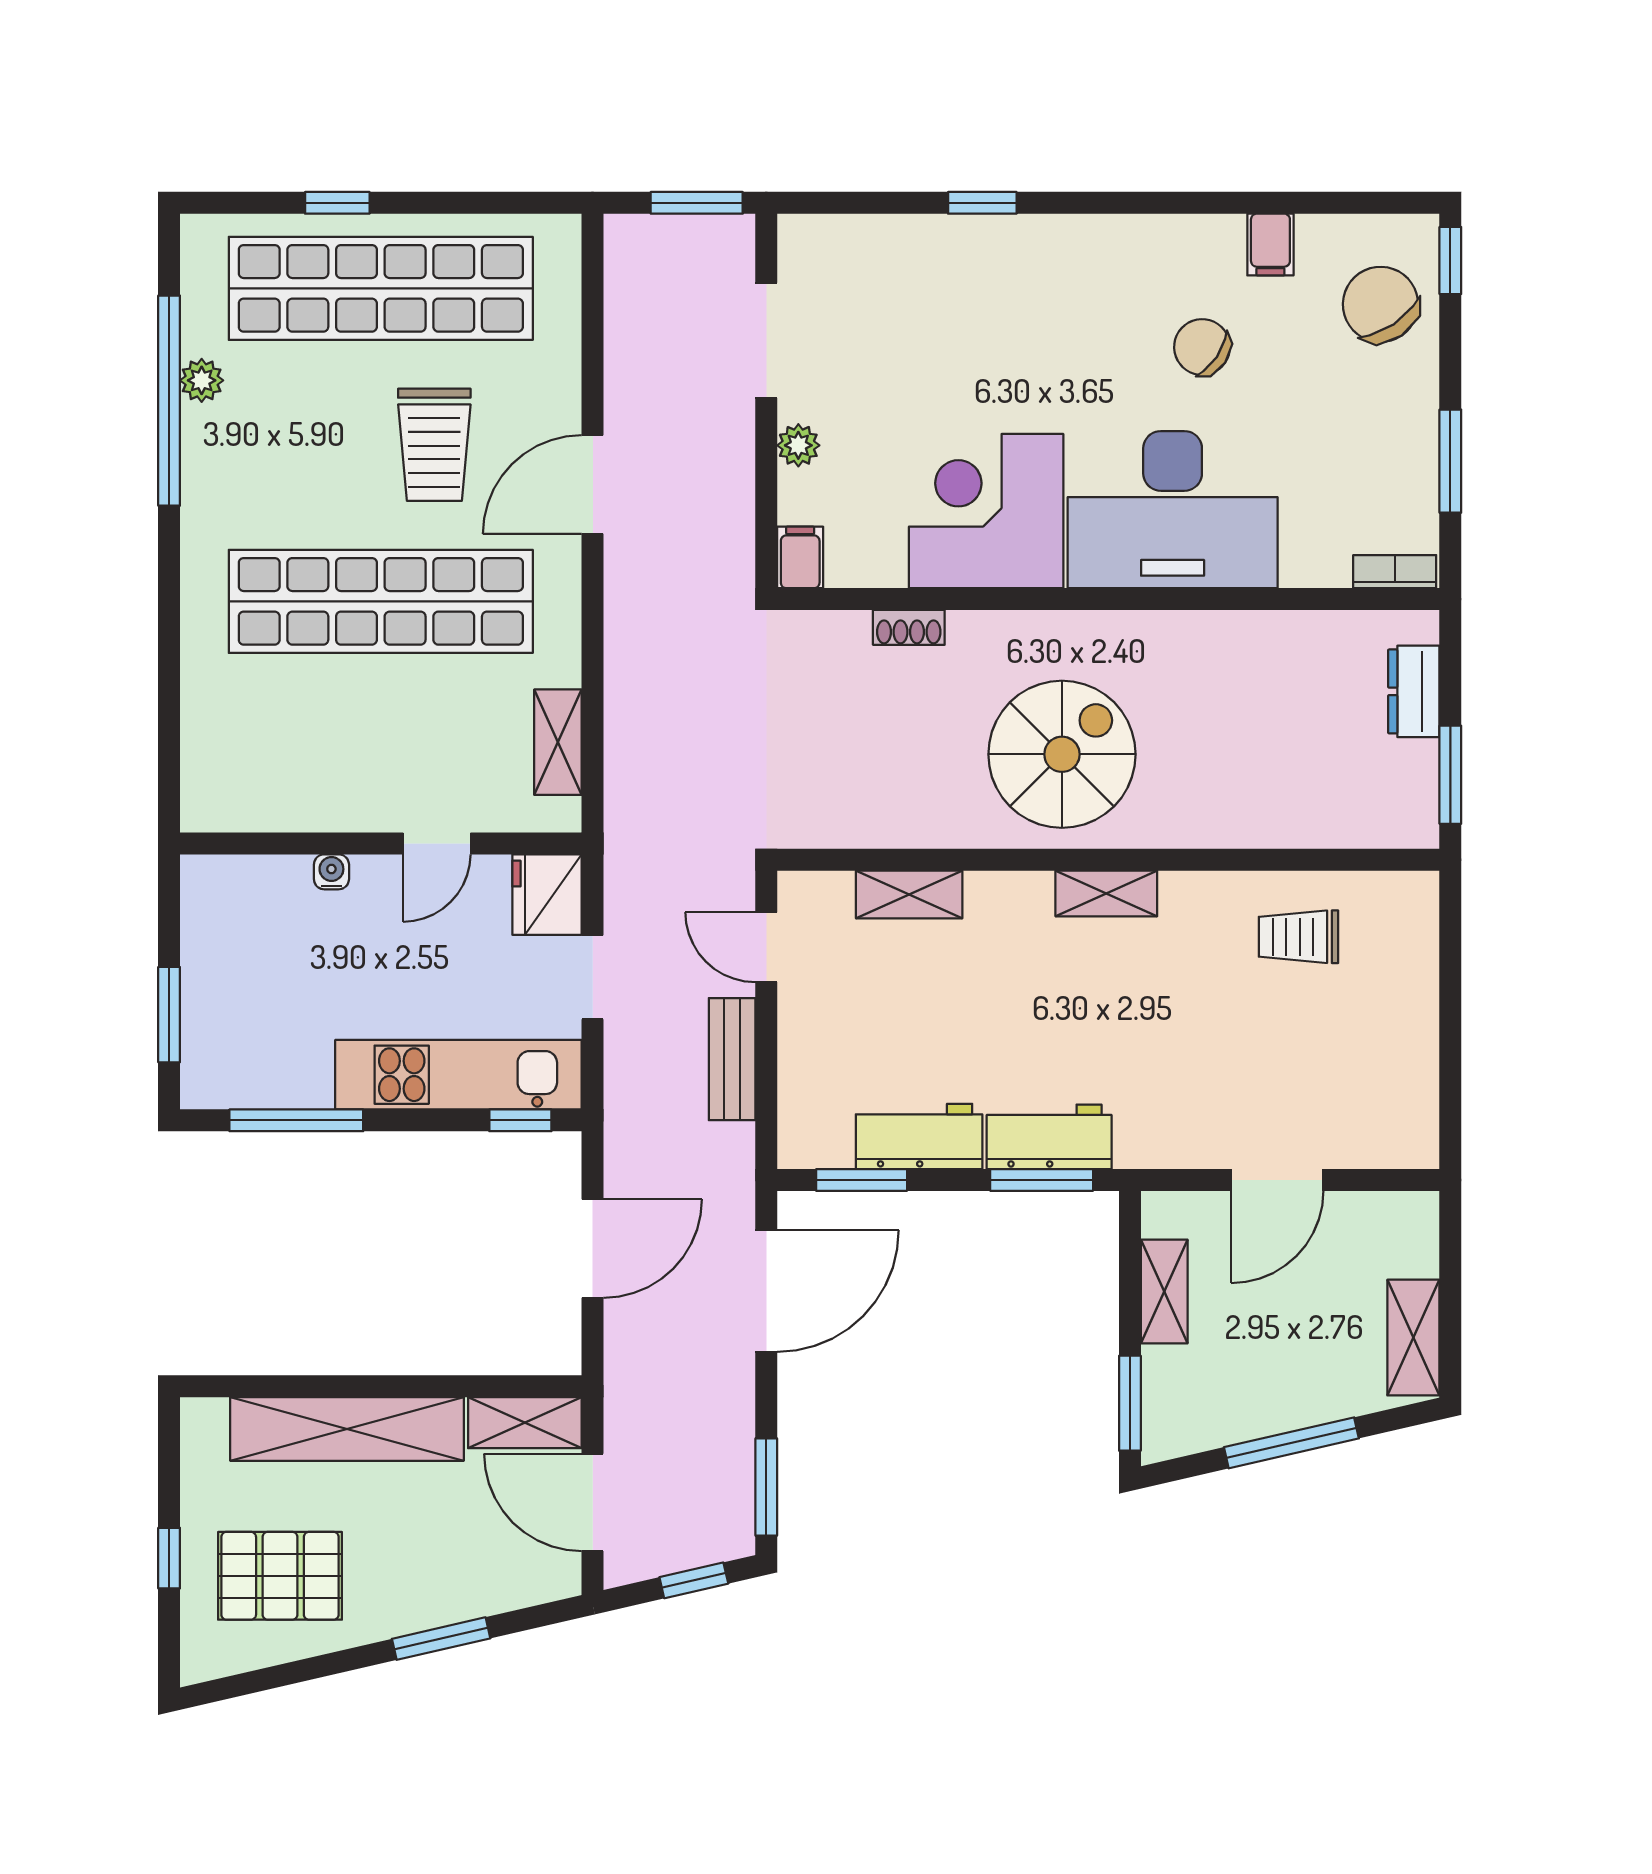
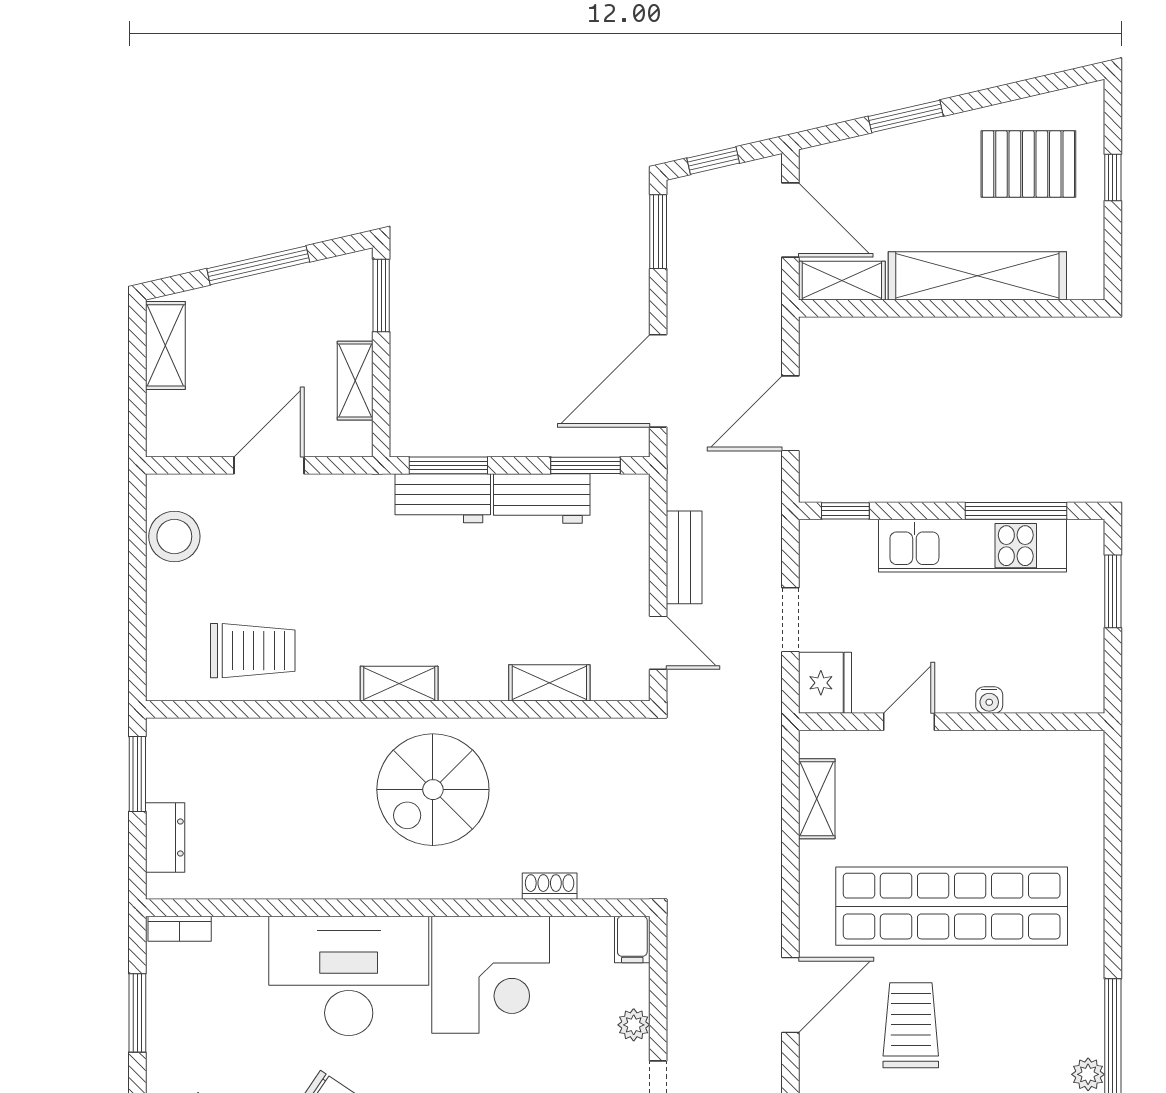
trolley: (1299, 937) -> (253, 651), width x1.36, depth x1.39
kitchen unit: (458, 1075) -> (973, 546), moved
stool: (1402, 1087) -> (174, 536), added

